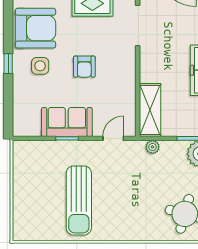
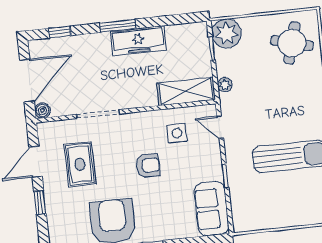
side table: (40, 66) -> (177, 133), moved
sofa: (67, 122) -> (211, 209), moved

